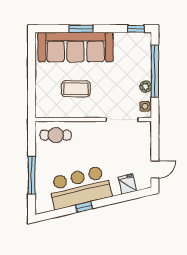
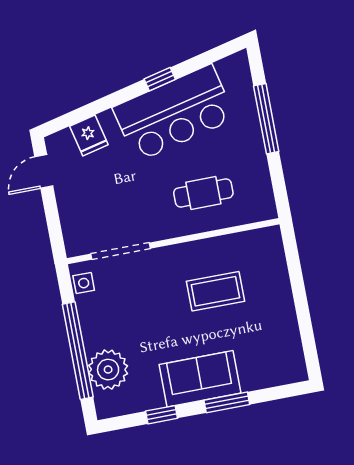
window: (136, 29) -> (162, 415), moved
sofa: (76, 47) -> (200, 379), width x0.54, depth x0.79
plant: (146, 87) -> (108, 370), moved, width x1.88, depth x1.88
cafe table: (56, 135) -> (203, 193), moved

